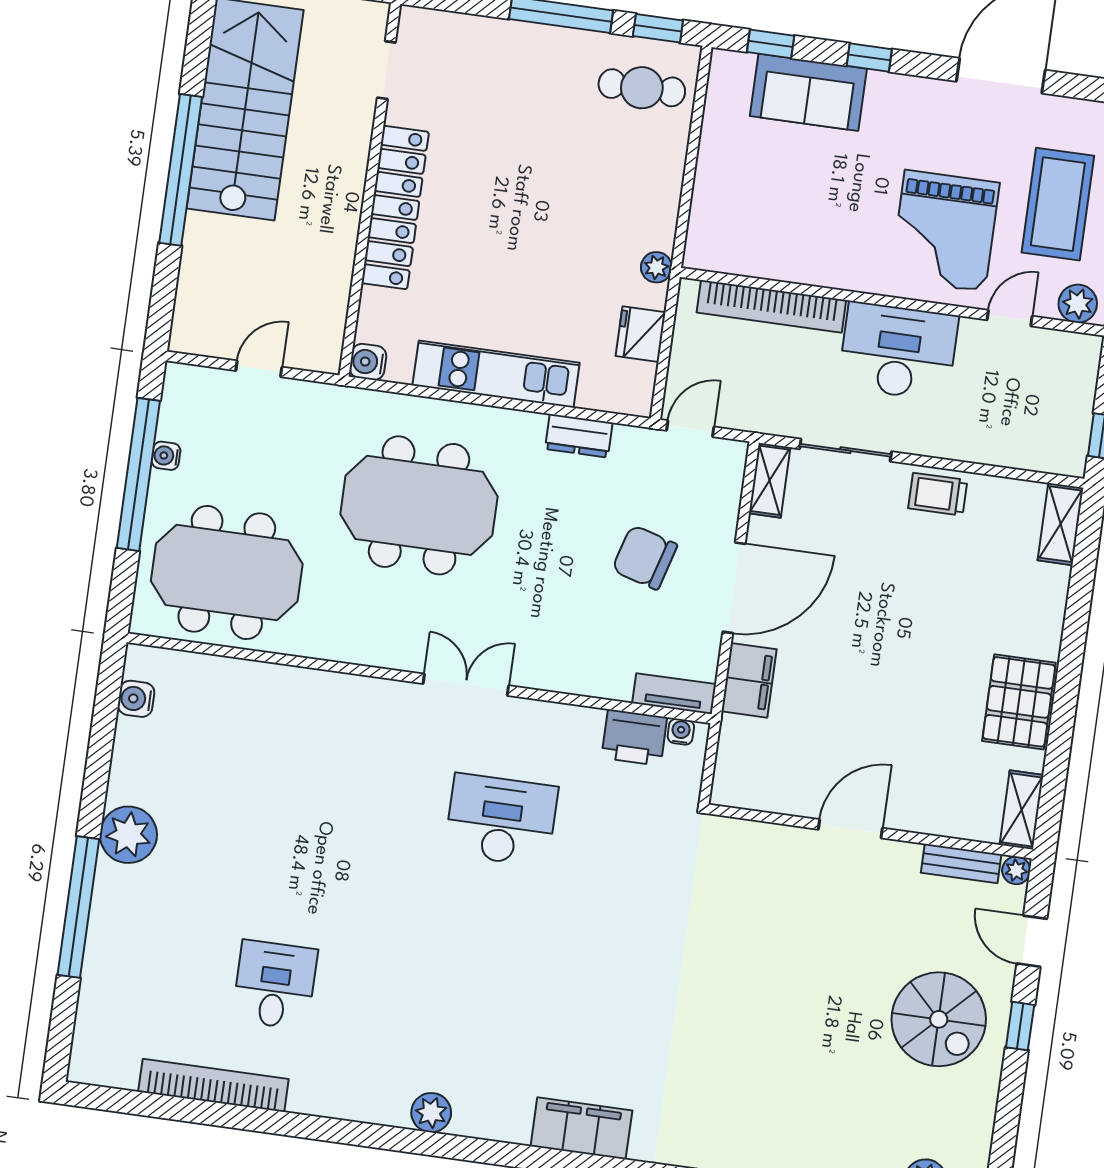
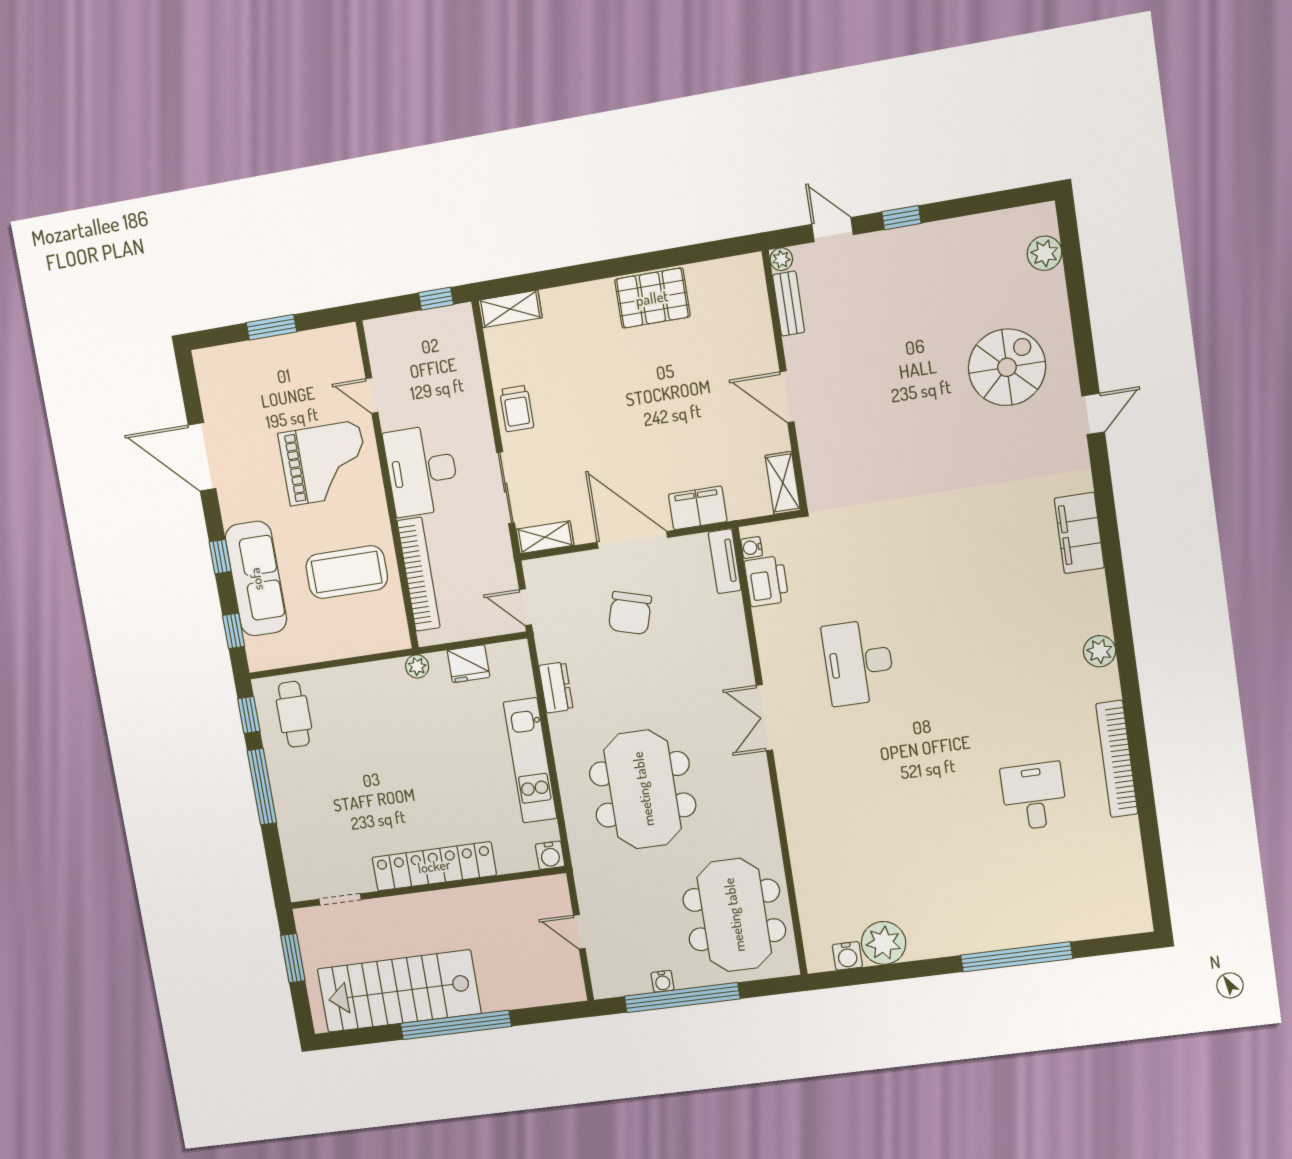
sofa: (808, 92) -> (256, 579), width x1.36
coffee table: (1058, 204) -> (347, 572), moved
plant: (1078, 304) -> (346, 348), removed
shelving: (1022, 810) -> (783, 483), moved, turned 90
plant: (128, 835) -> (884, 943), moved
door: (1032, 941) -> (832, 230), swing flipped
desk: (275, 985) -> (1034, 796), turned 90
spiral stairs: (939, 1019) -> (1007, 367), moved
bookcase: (213, 1085) -> (1117, 759), moved

